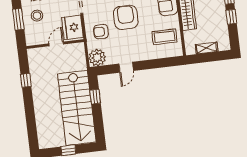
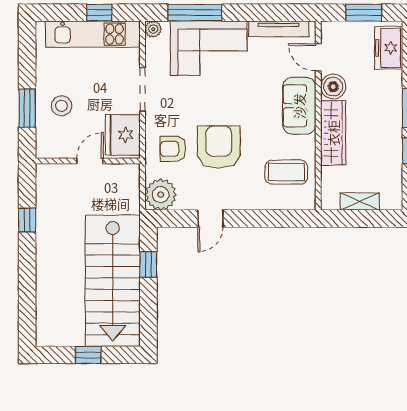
armchair: (126, 17) -> (219, 147), moved

